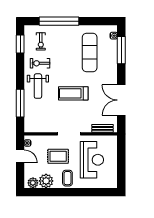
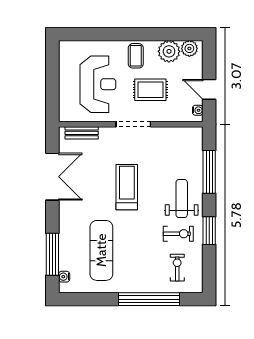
window: (20, 44) -> (209, 231), moved
treadmill: (73, 93) -> (127, 187), turned -90
reception desk: (92, 160) -> (98, 84), turned 180

